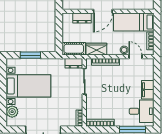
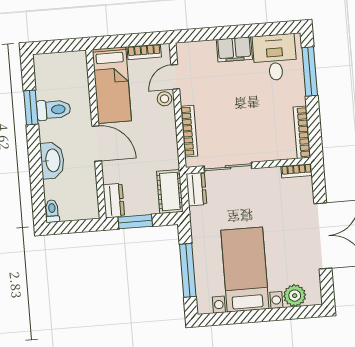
dresser: (82, 18) -> (114, 201), moved
window: (59, 29) -> (135, 222), added
wardrobe: (96, 49) -> (167, 150), removed
window: (30, 55) -> (188, 270), width x1.44

